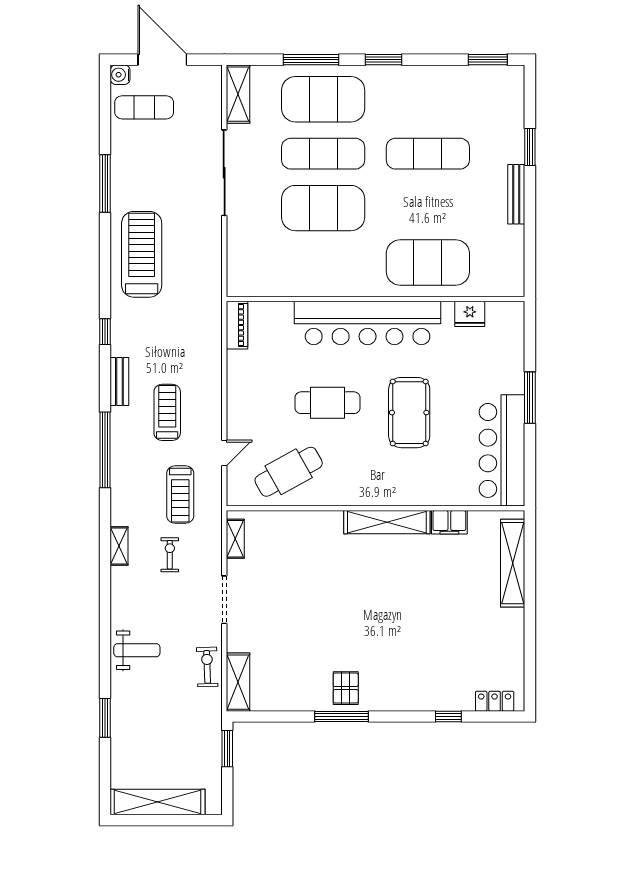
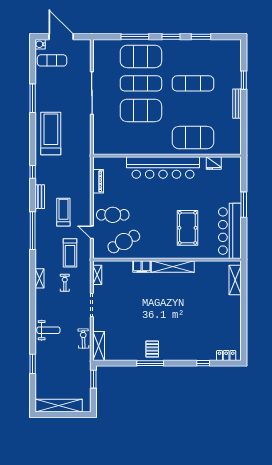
window: (488, 60) -> (201, 37), moved
shelving: (238, 94) -> (99, 54), removed
piano: (237, 325) -> (98, 181), moved
cafe table: (328, 403) -> (113, 215), moved
pool table: (409, 413) -> (187, 228), moved
door: (224, 453) -> (92, 232), swing flipped
filing cabinet: (449, 522) -> (142, 267), moved
shelving: (513, 563) -> (235, 280), width x0.68

